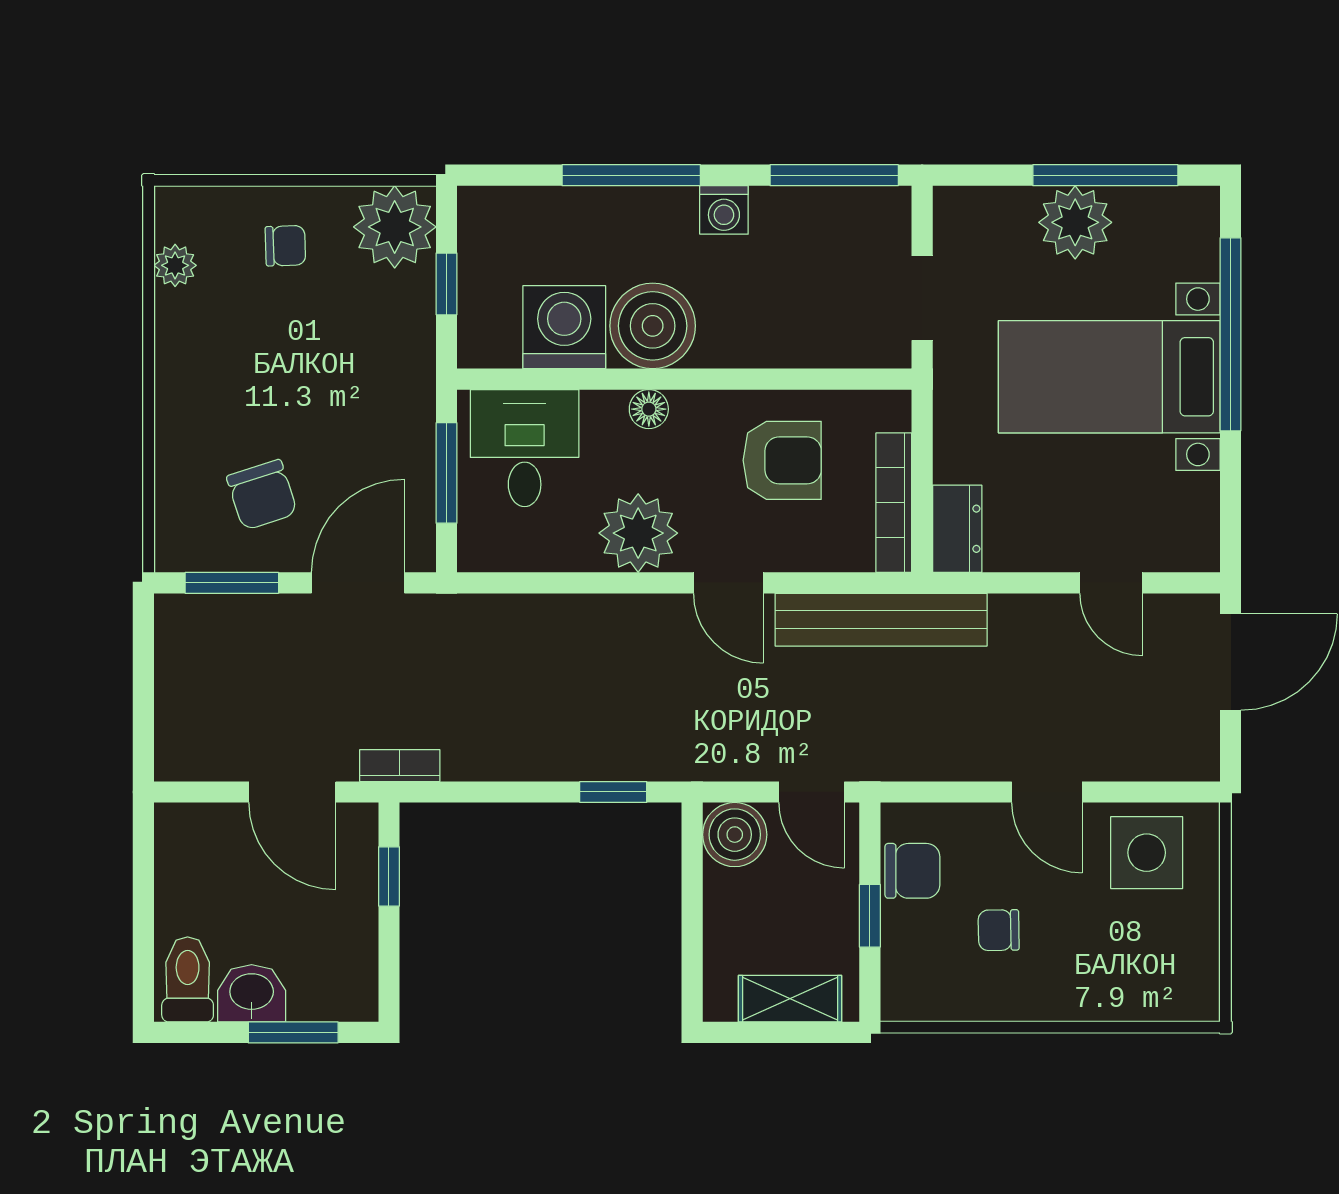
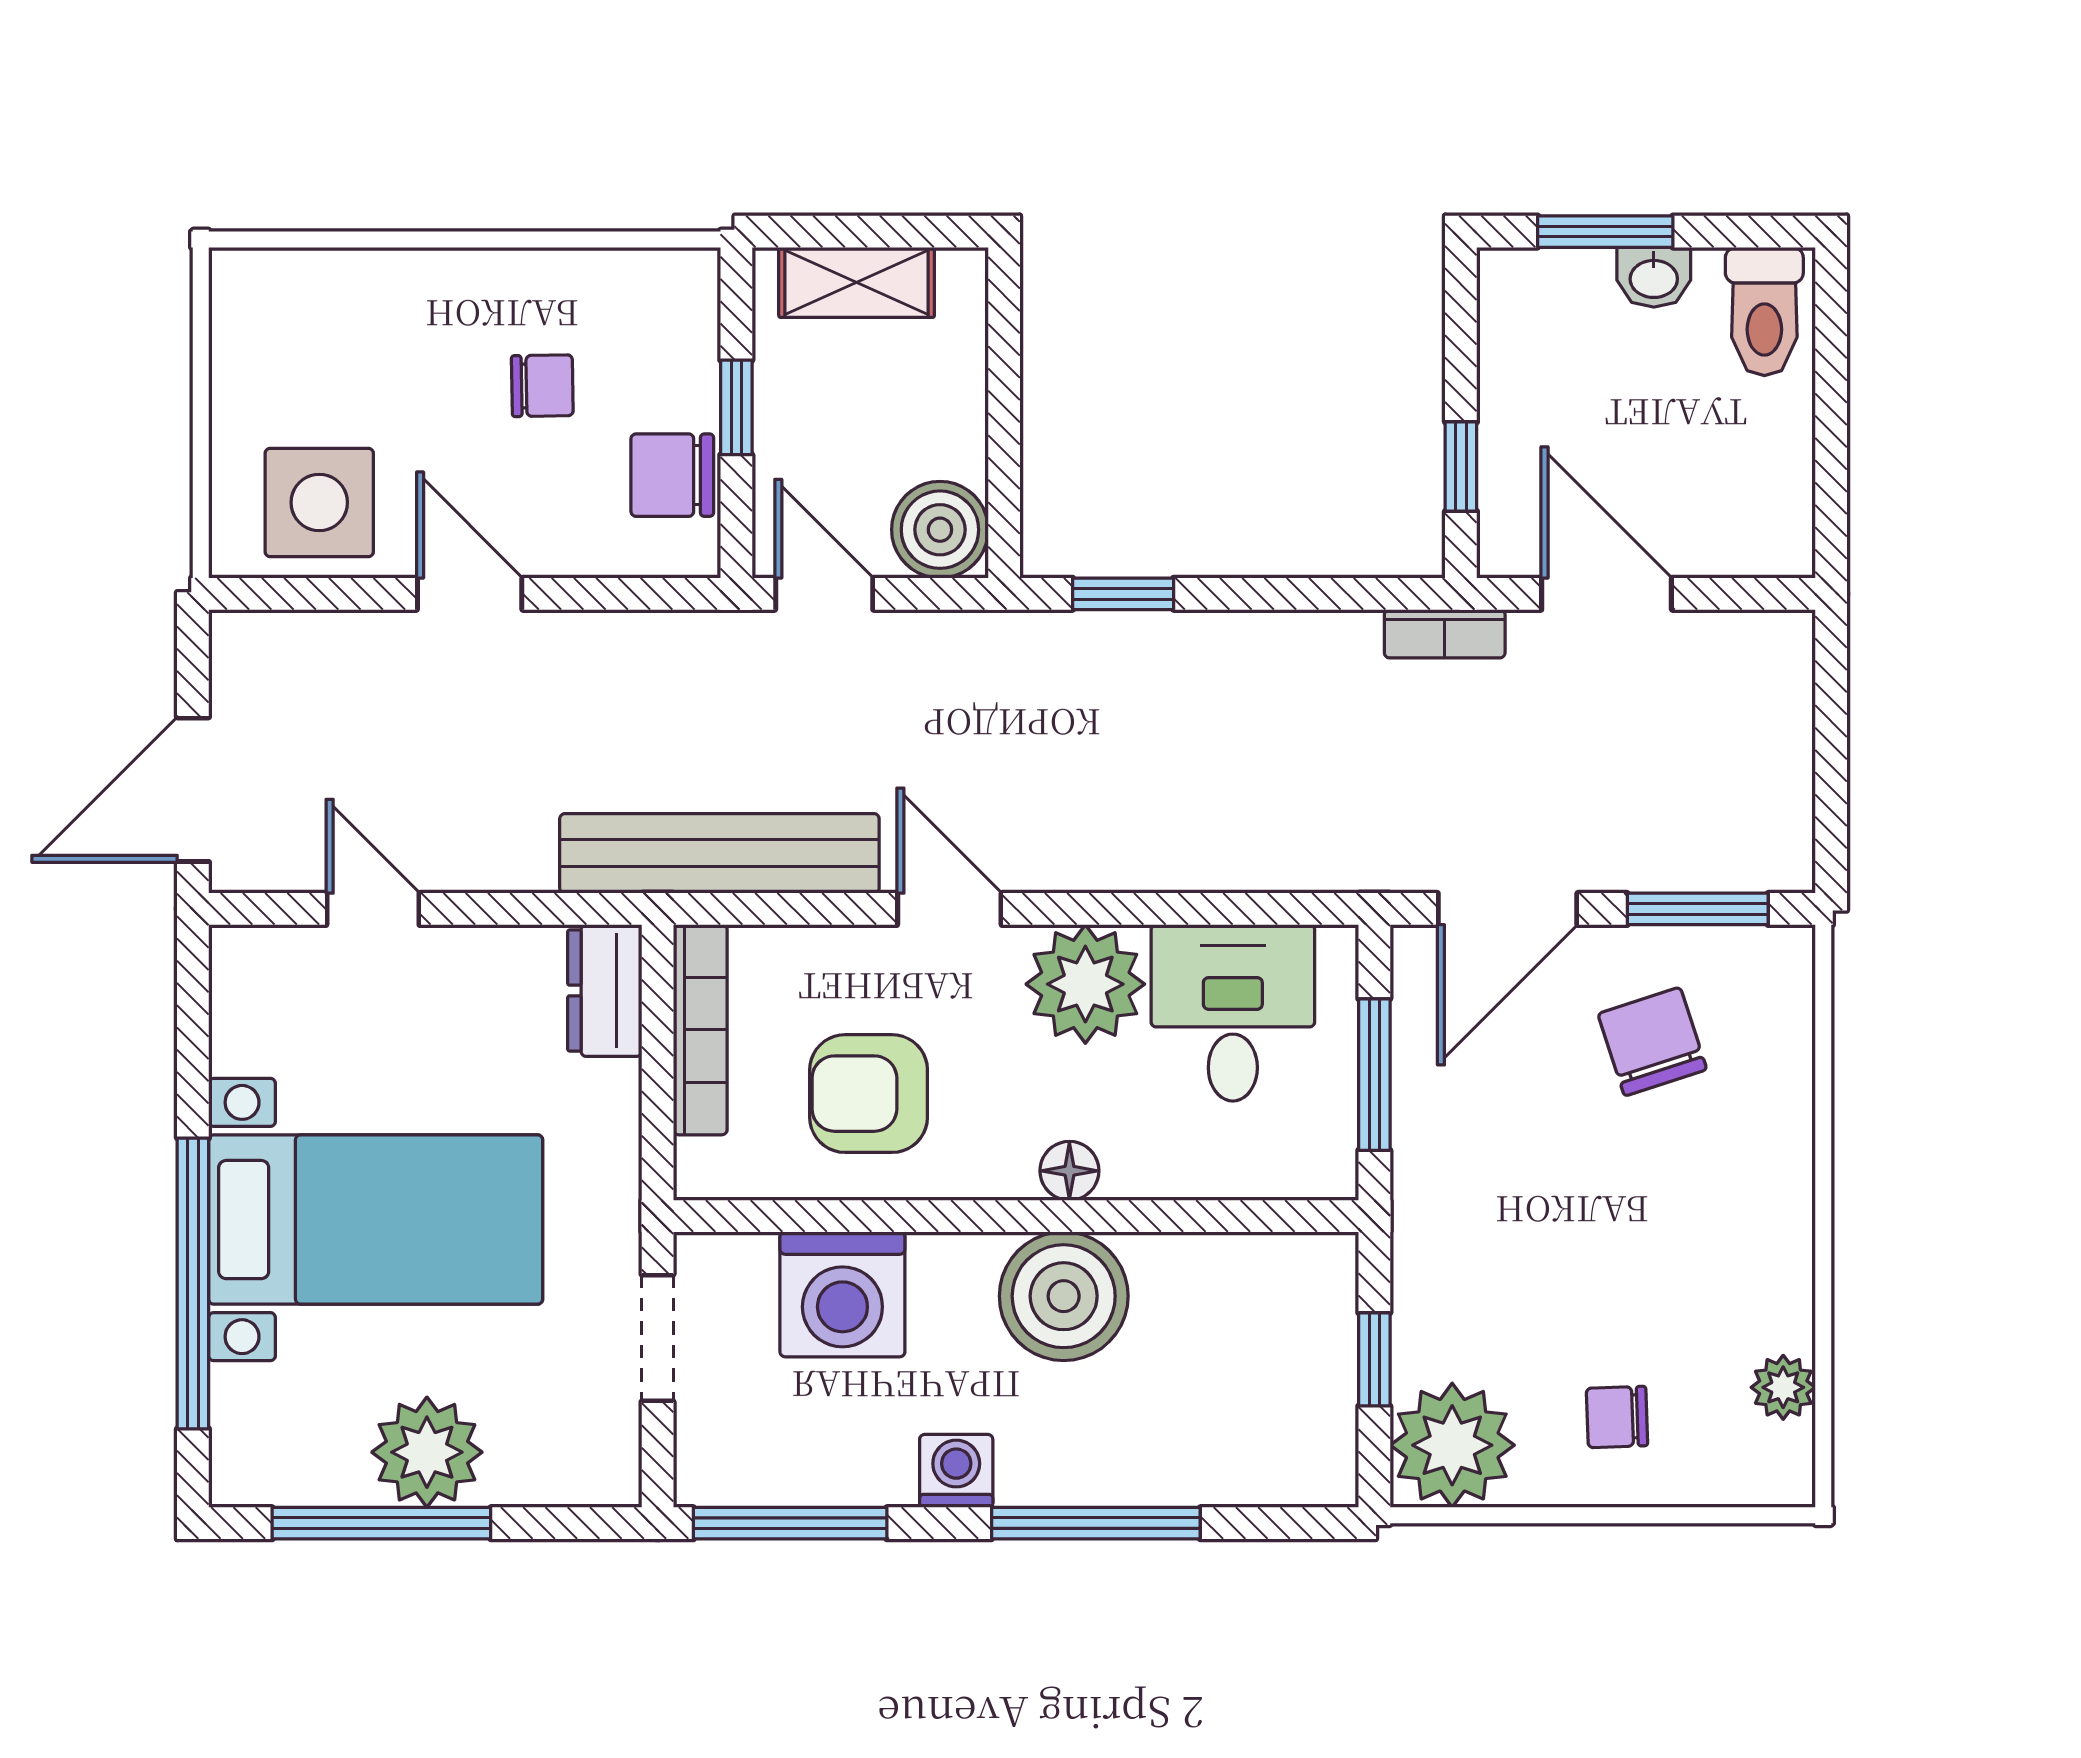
washing machine: (564, 327) -> (842, 1294), moved
desk: (525, 448) -> (1233, 1013), moved, turned 180
washbasin: (252, 993) -> (1654, 277), width x0.72, depth x0.69

